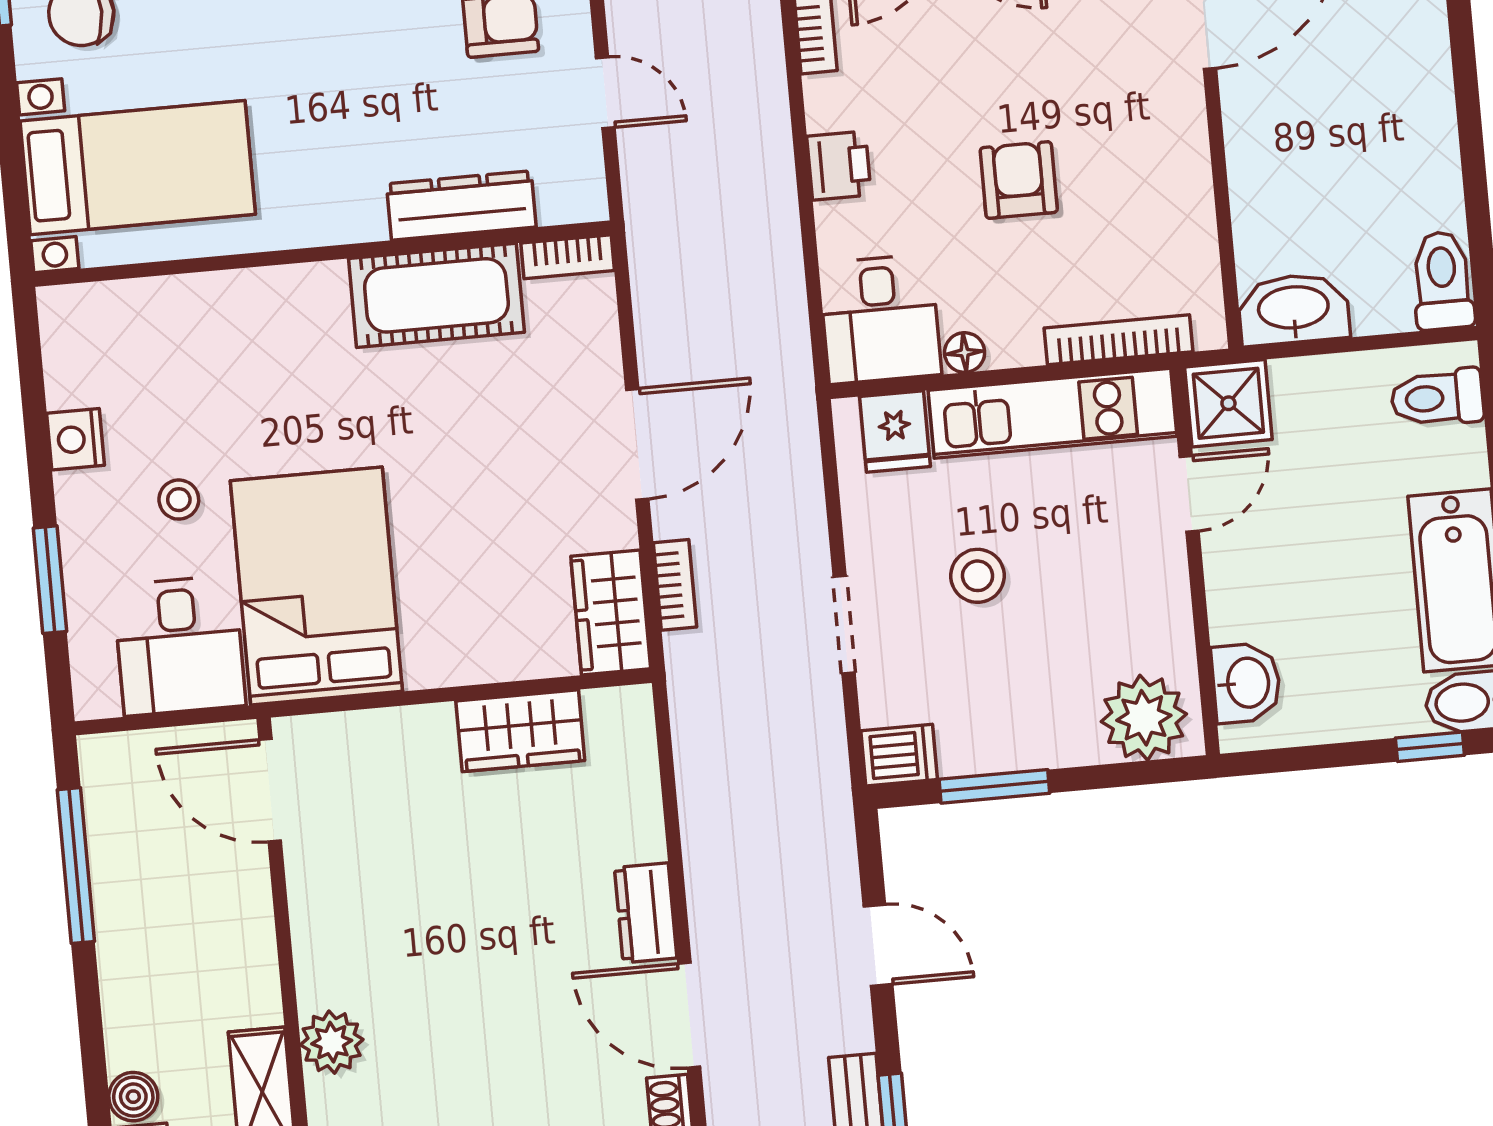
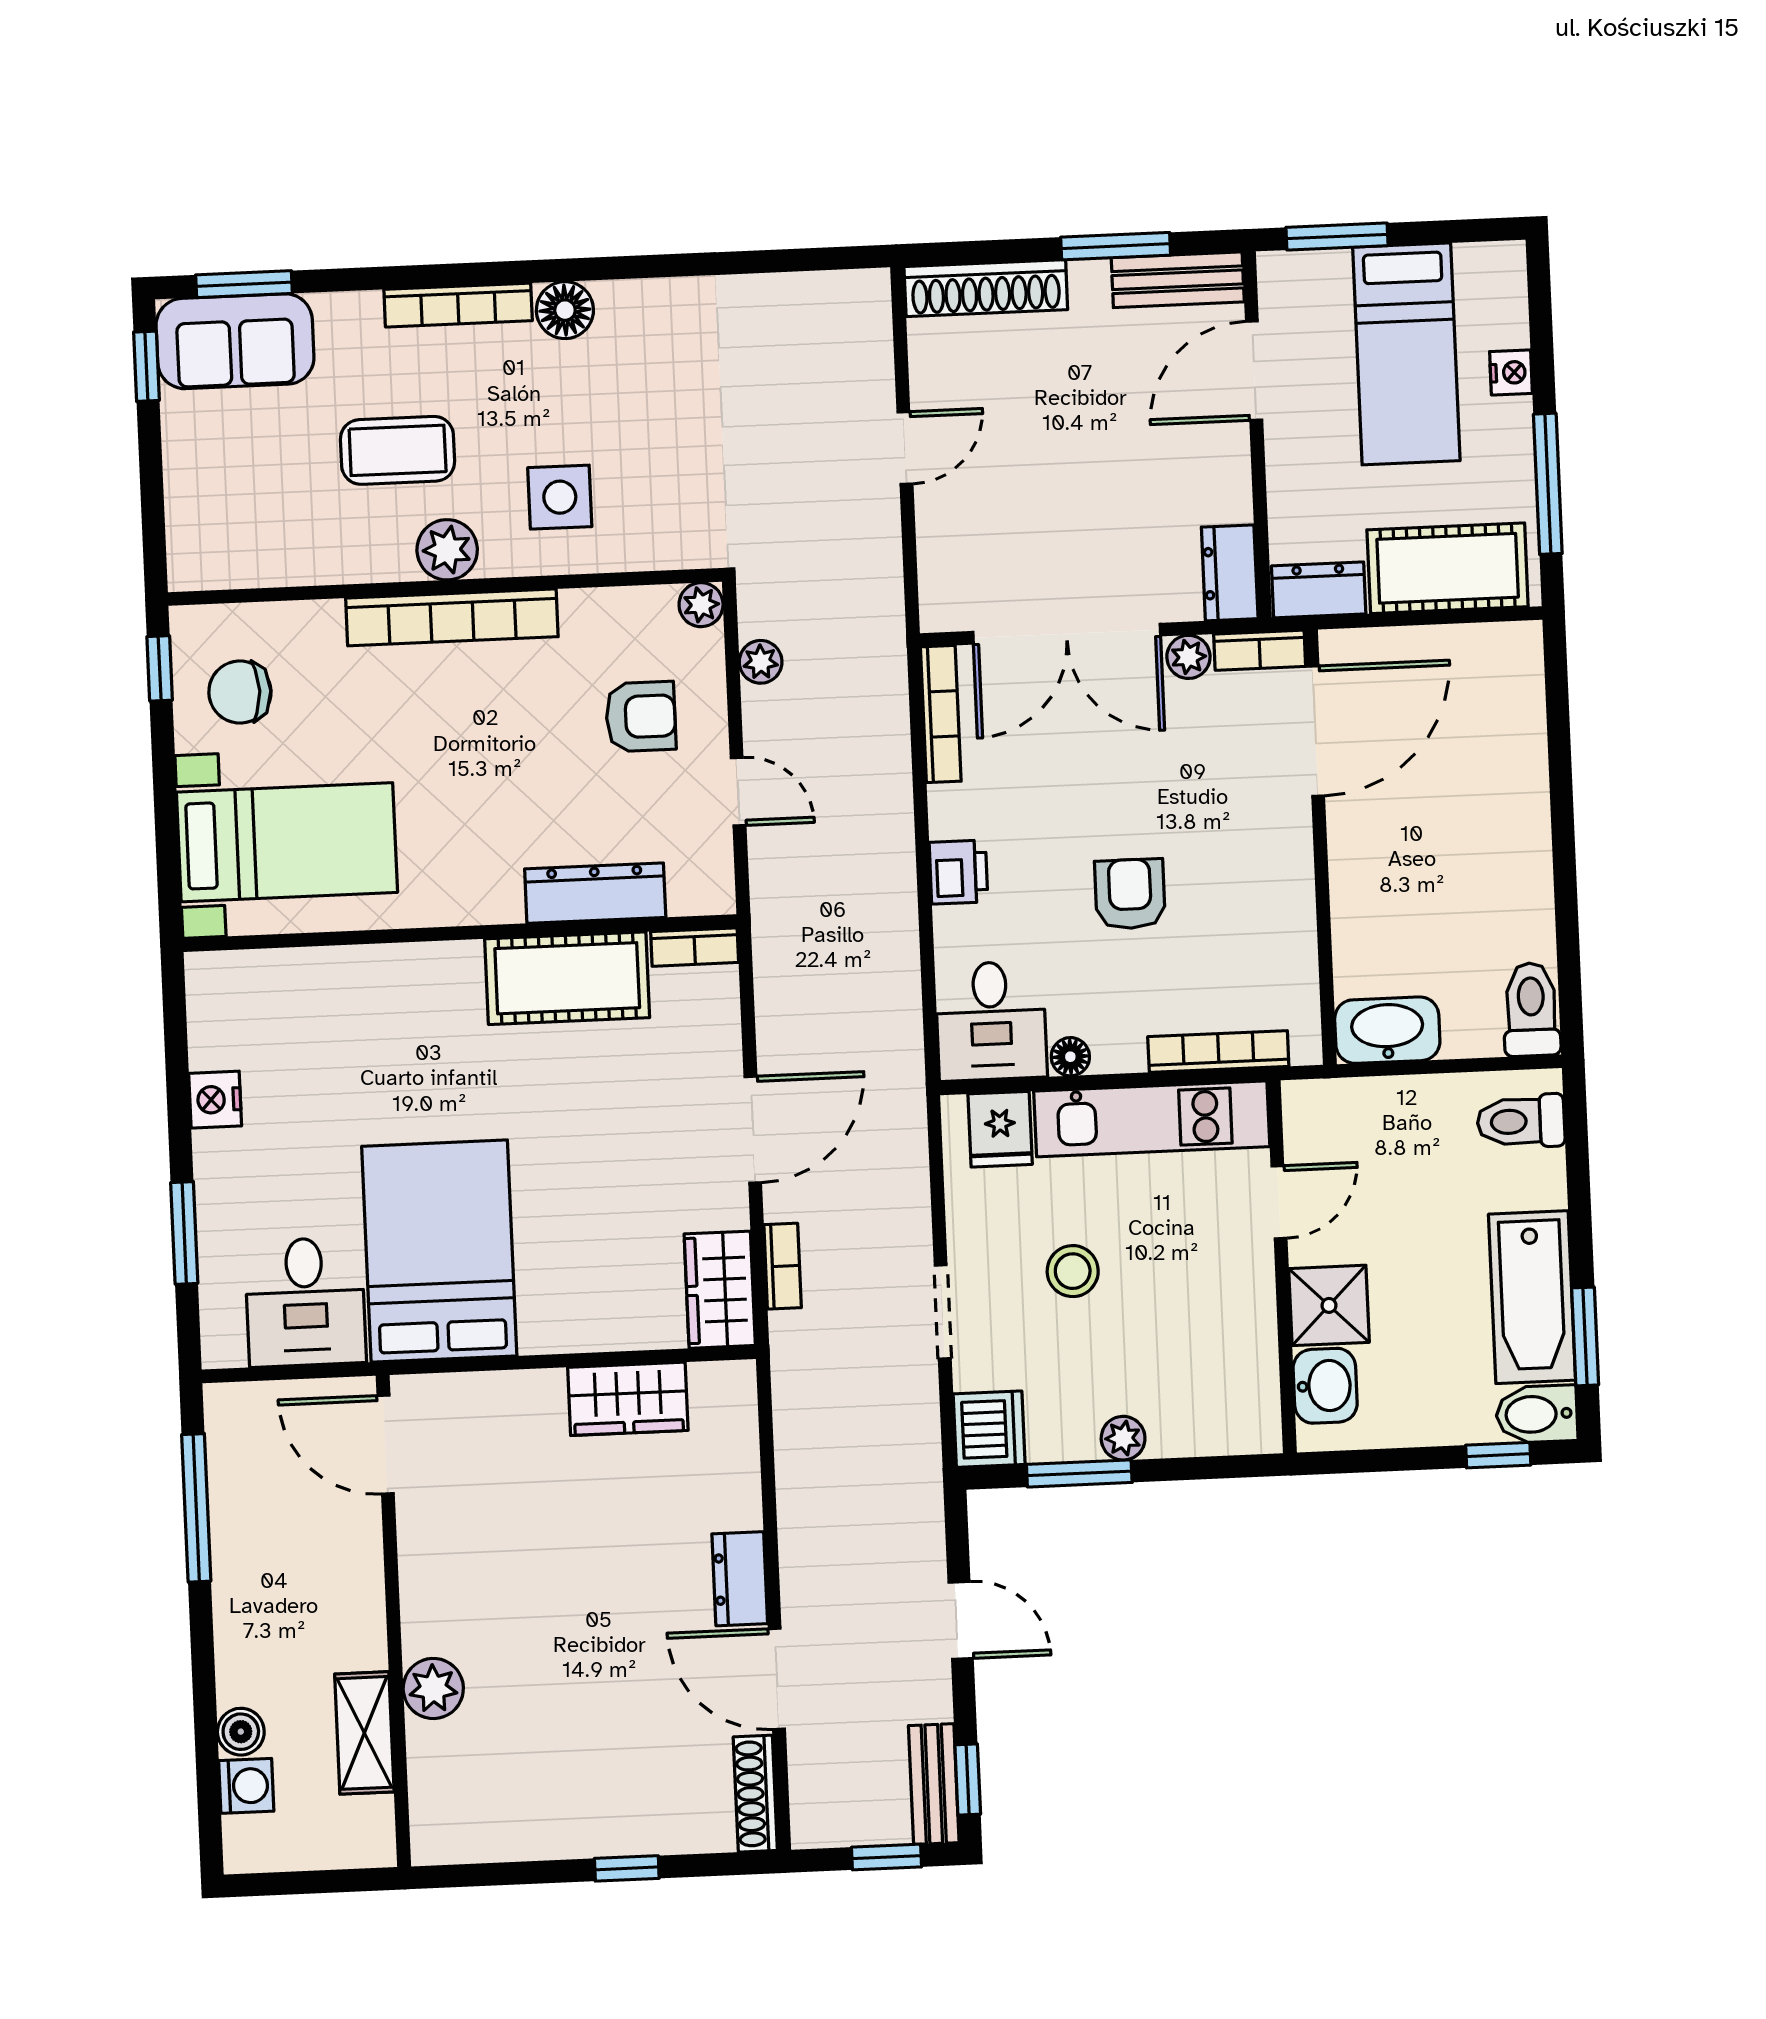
shower: (1228, 403) -> (1329, 1305), moved
stool: (179, 500) -> (311, 1162), removed
plant: (1144, 718) -> (1123, 1438), moved, width x0.53, depth x0.53
dishwasher: (899, 755) -> (989, 1429), width x1.38

